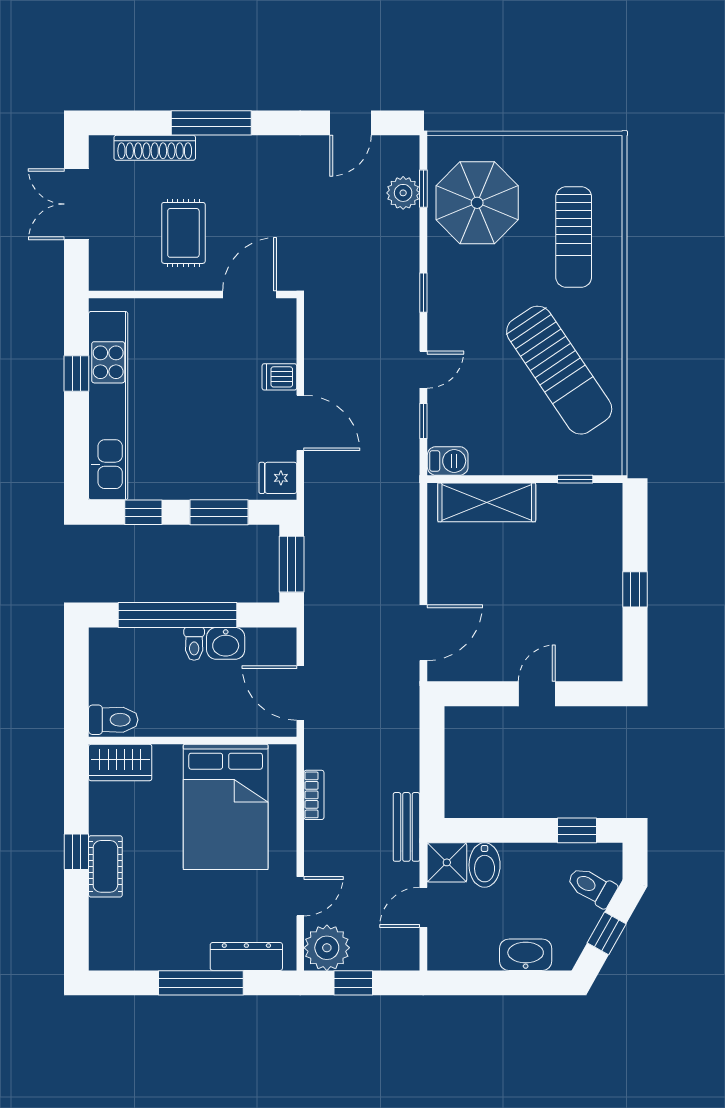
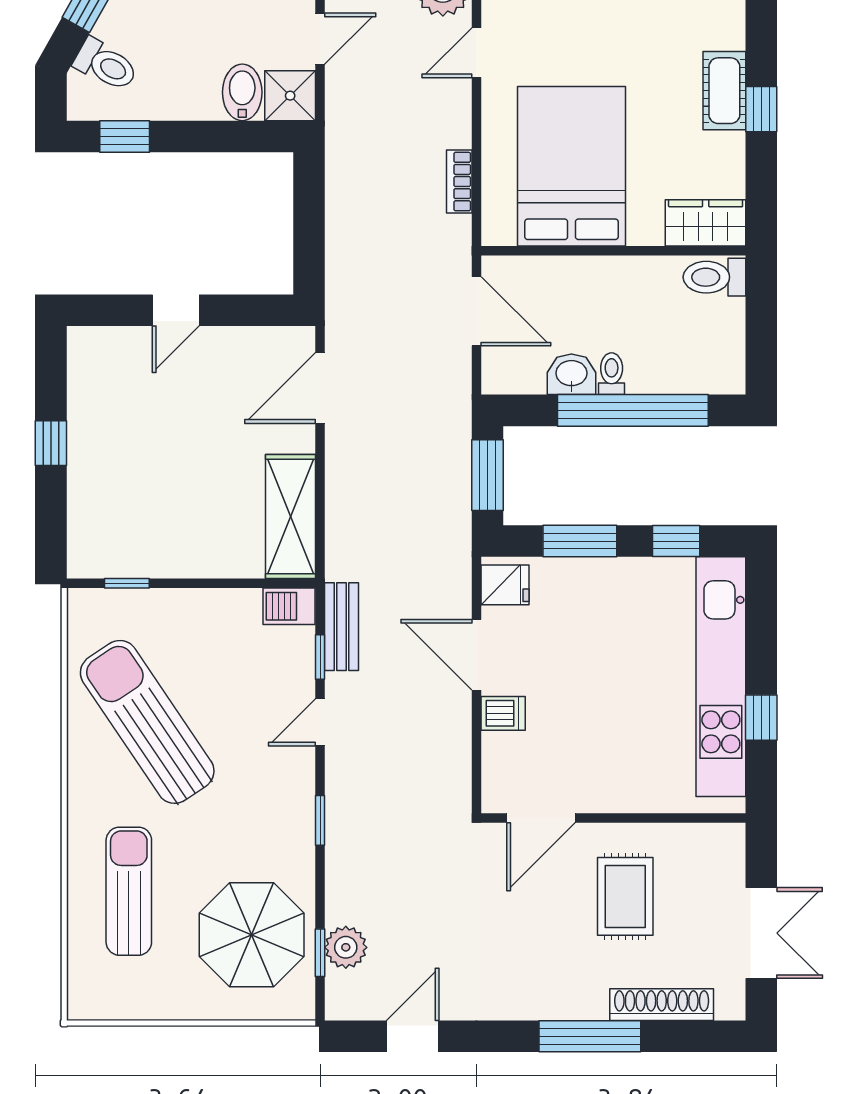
shelving: (487, 502) -> (290, 516), moved, turned 90
bench: (406, 827) -> (341, 627), moved

